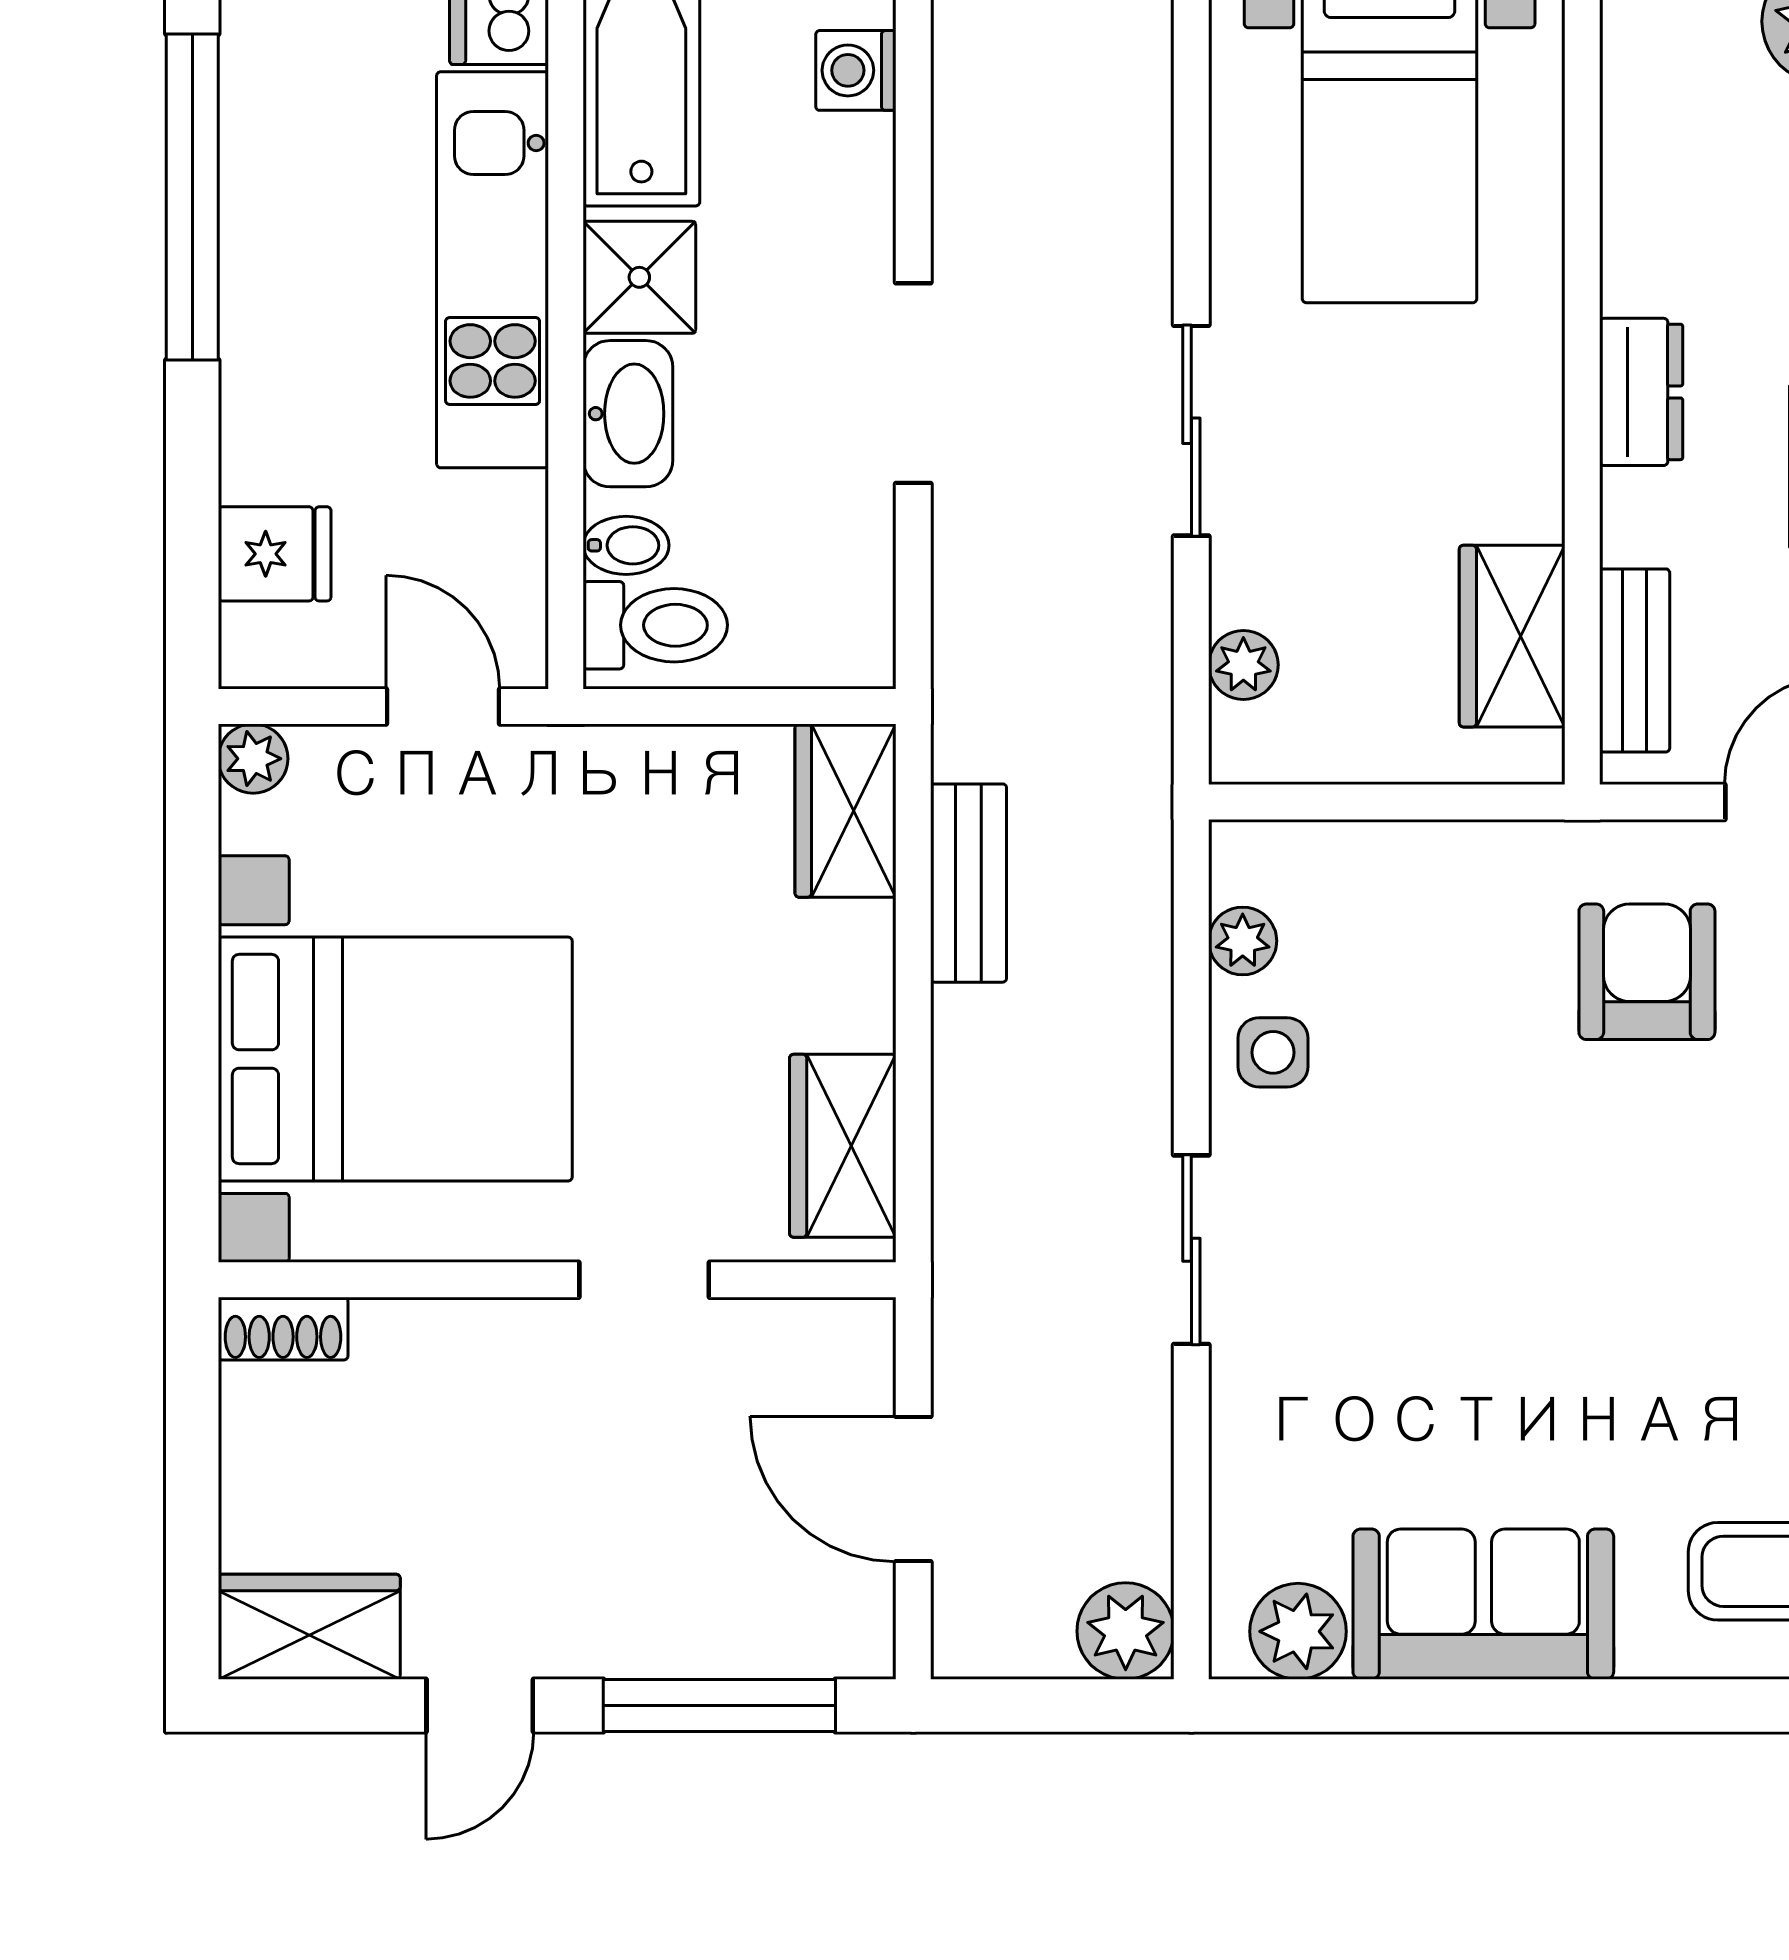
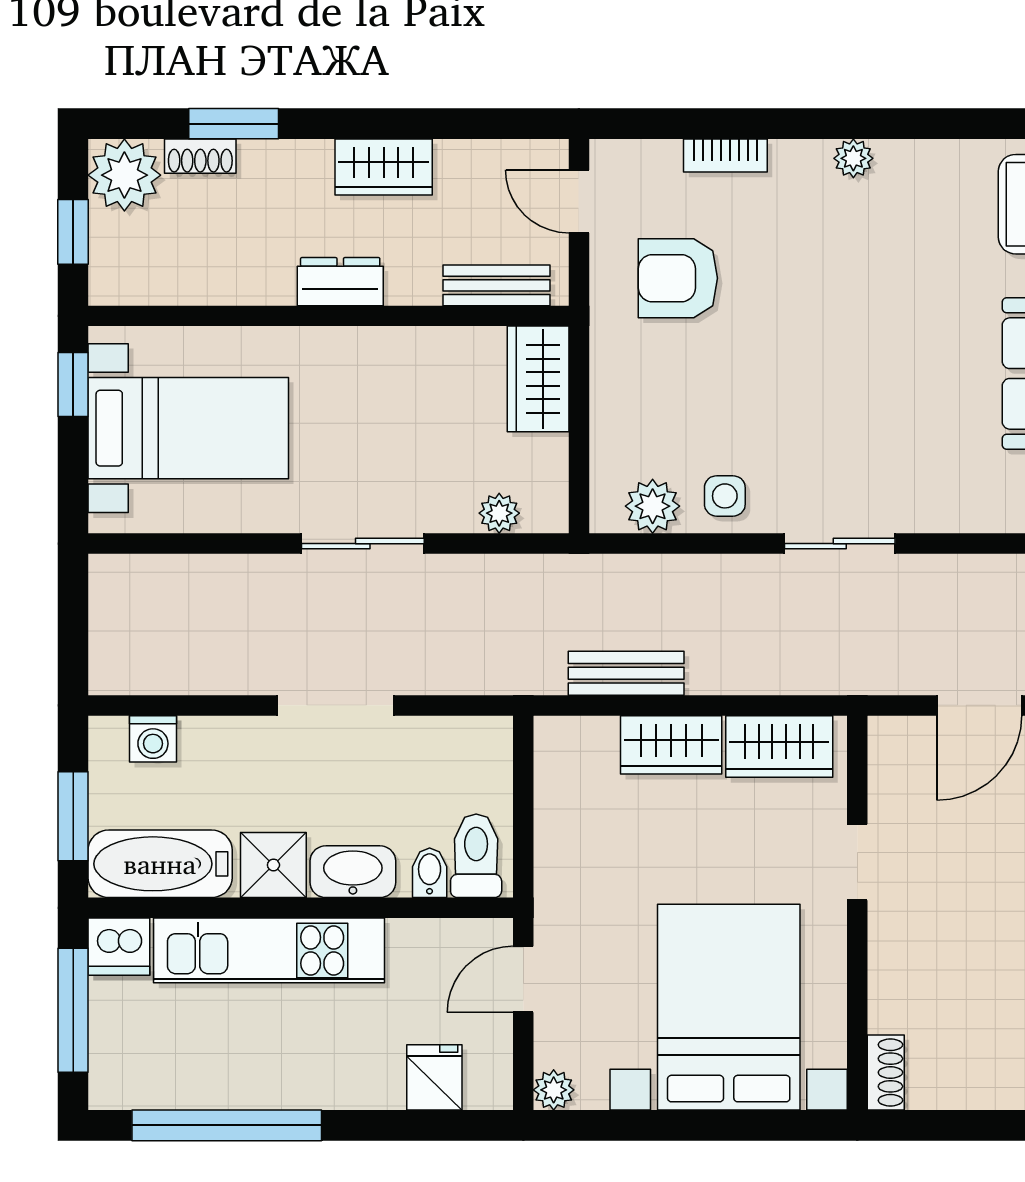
wardrobe: (1512, 636) -> (538, 379), moved, turned 90
wardrobe: (846, 811) -> (671, 745), moved
plant: (1243, 941) -> (653, 506), width x1.38, depth x1.38

